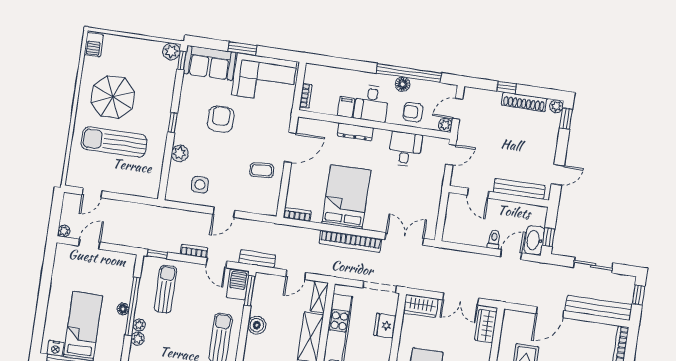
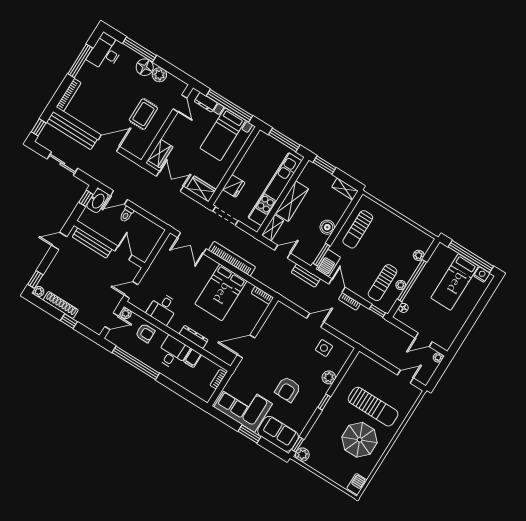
floor lamp: (403, 84) -> (144, 357), removed
coffee table: (262, 170) -> (274, 339), removed
floor lamp: (123, 309) -> (403, 308), moved
plant: (139, 325) -> (401, 285), moved

